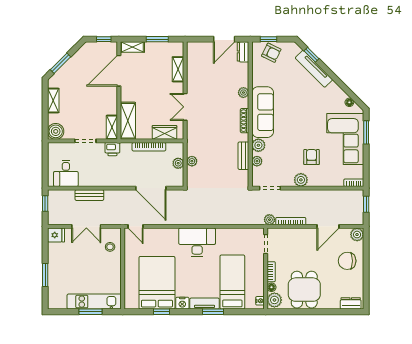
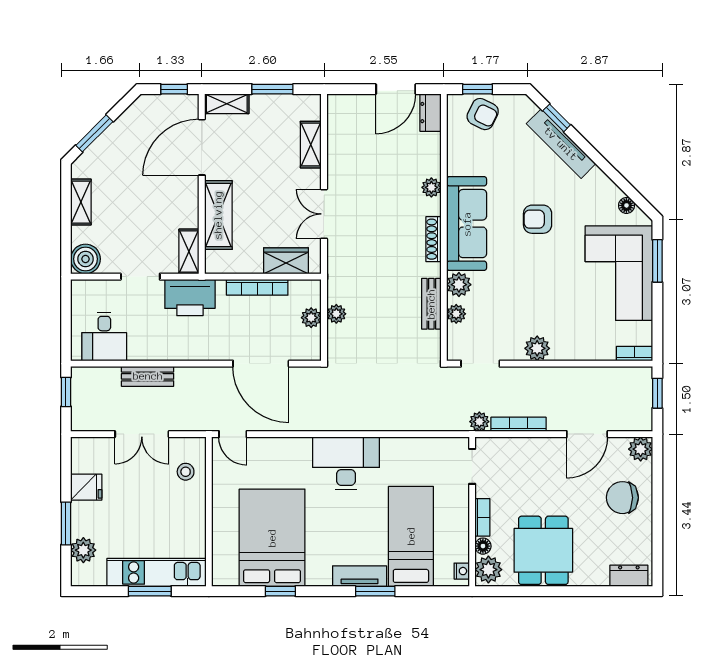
shelving: (128, 121) -> (218, 215), moved
printer: (112, 149) -> (190, 298), width x1.87, depth x1.48
armchair: (312, 157) -> (538, 219), moved, turned -90
fridge: (56, 235) -> (86, 487), moved
plant: (54, 289) -> (83, 550), added
nightstand: (182, 303) -> (319, 575), removed

